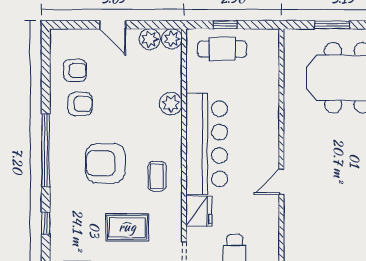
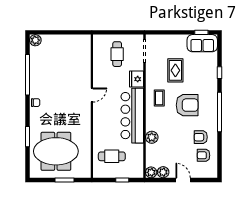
cafe table: (222, 49) -> (112, 156), moved
rug: (127, 227) -> (175, 70), turned 90

